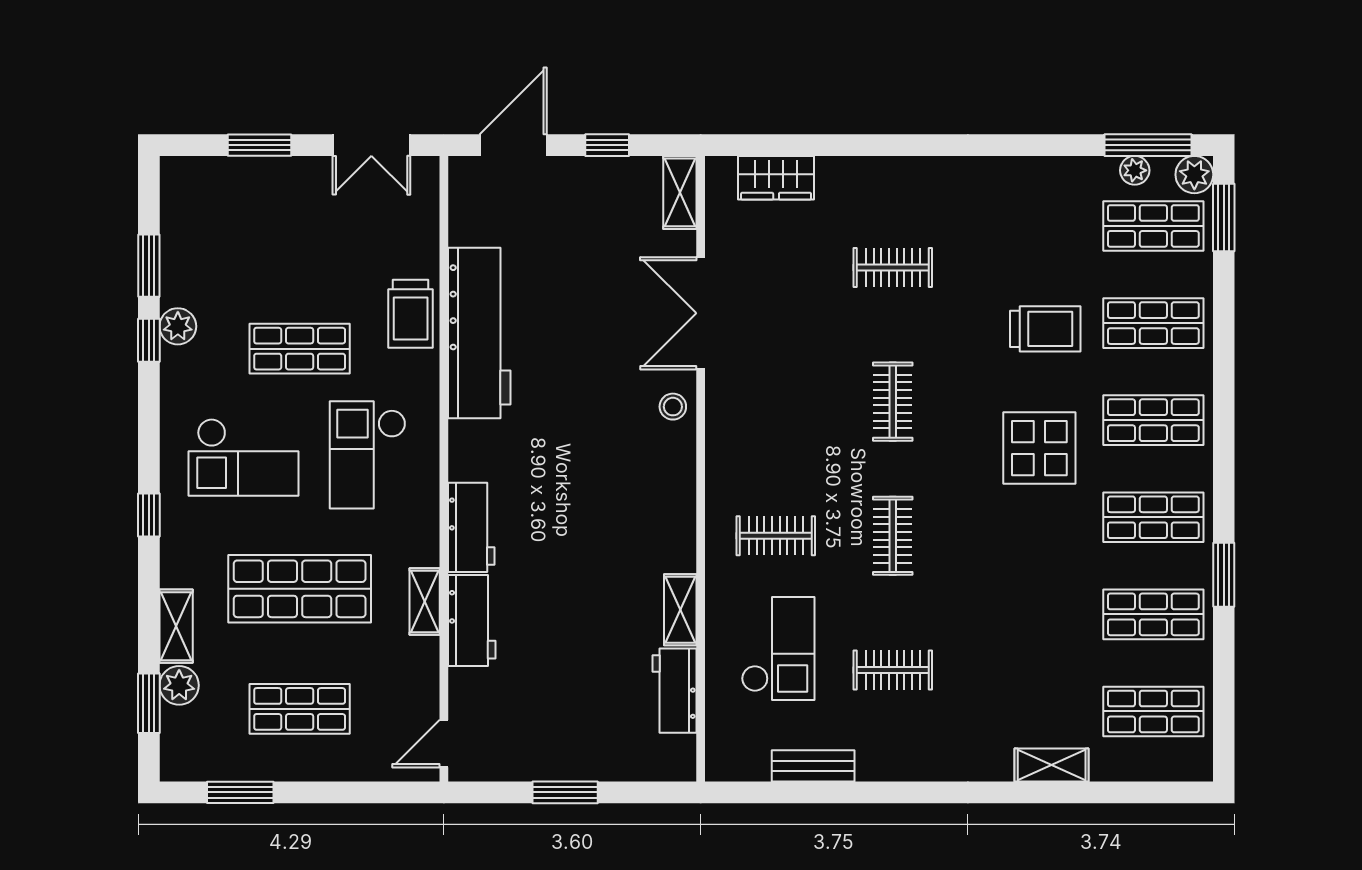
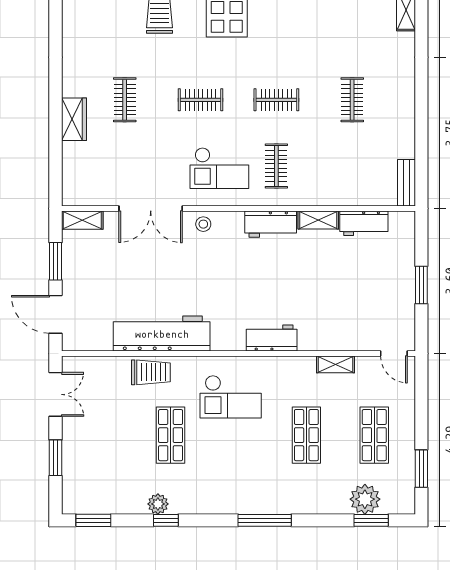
window: (607, 145) -> (55, 261), width x1.50
wardrobe: (776, 178) -> (74, 119), moved
window: (149, 266) -> (93, 520), moved
checkout: (243, 457) -> (232, 467), removed
window: (149, 515) -> (265, 520), width x2.17
shop shelf: (300, 589) -> (306, 435), width x0.70, depth x0.74
shelving: (425, 601) -> (335, 364), moved
workbench: (472, 620) -> (271, 224), moved, turned 180
shelving: (176, 626) -> (327, 505), removed
checkout: (778, 649) -> (219, 168), moved, turned 180
plant: (179, 685) -> (365, 499), width x1.36, depth x1.36
bench: (813, 766) -> (406, 183), moved

